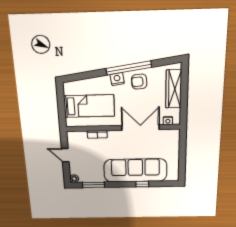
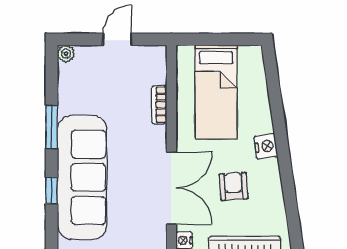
window: (129, 68) -> (286, 168), removed
armchair: (139, 82) -> (234, 186), moved
window: (93, 185) -> (52, 127), moved

